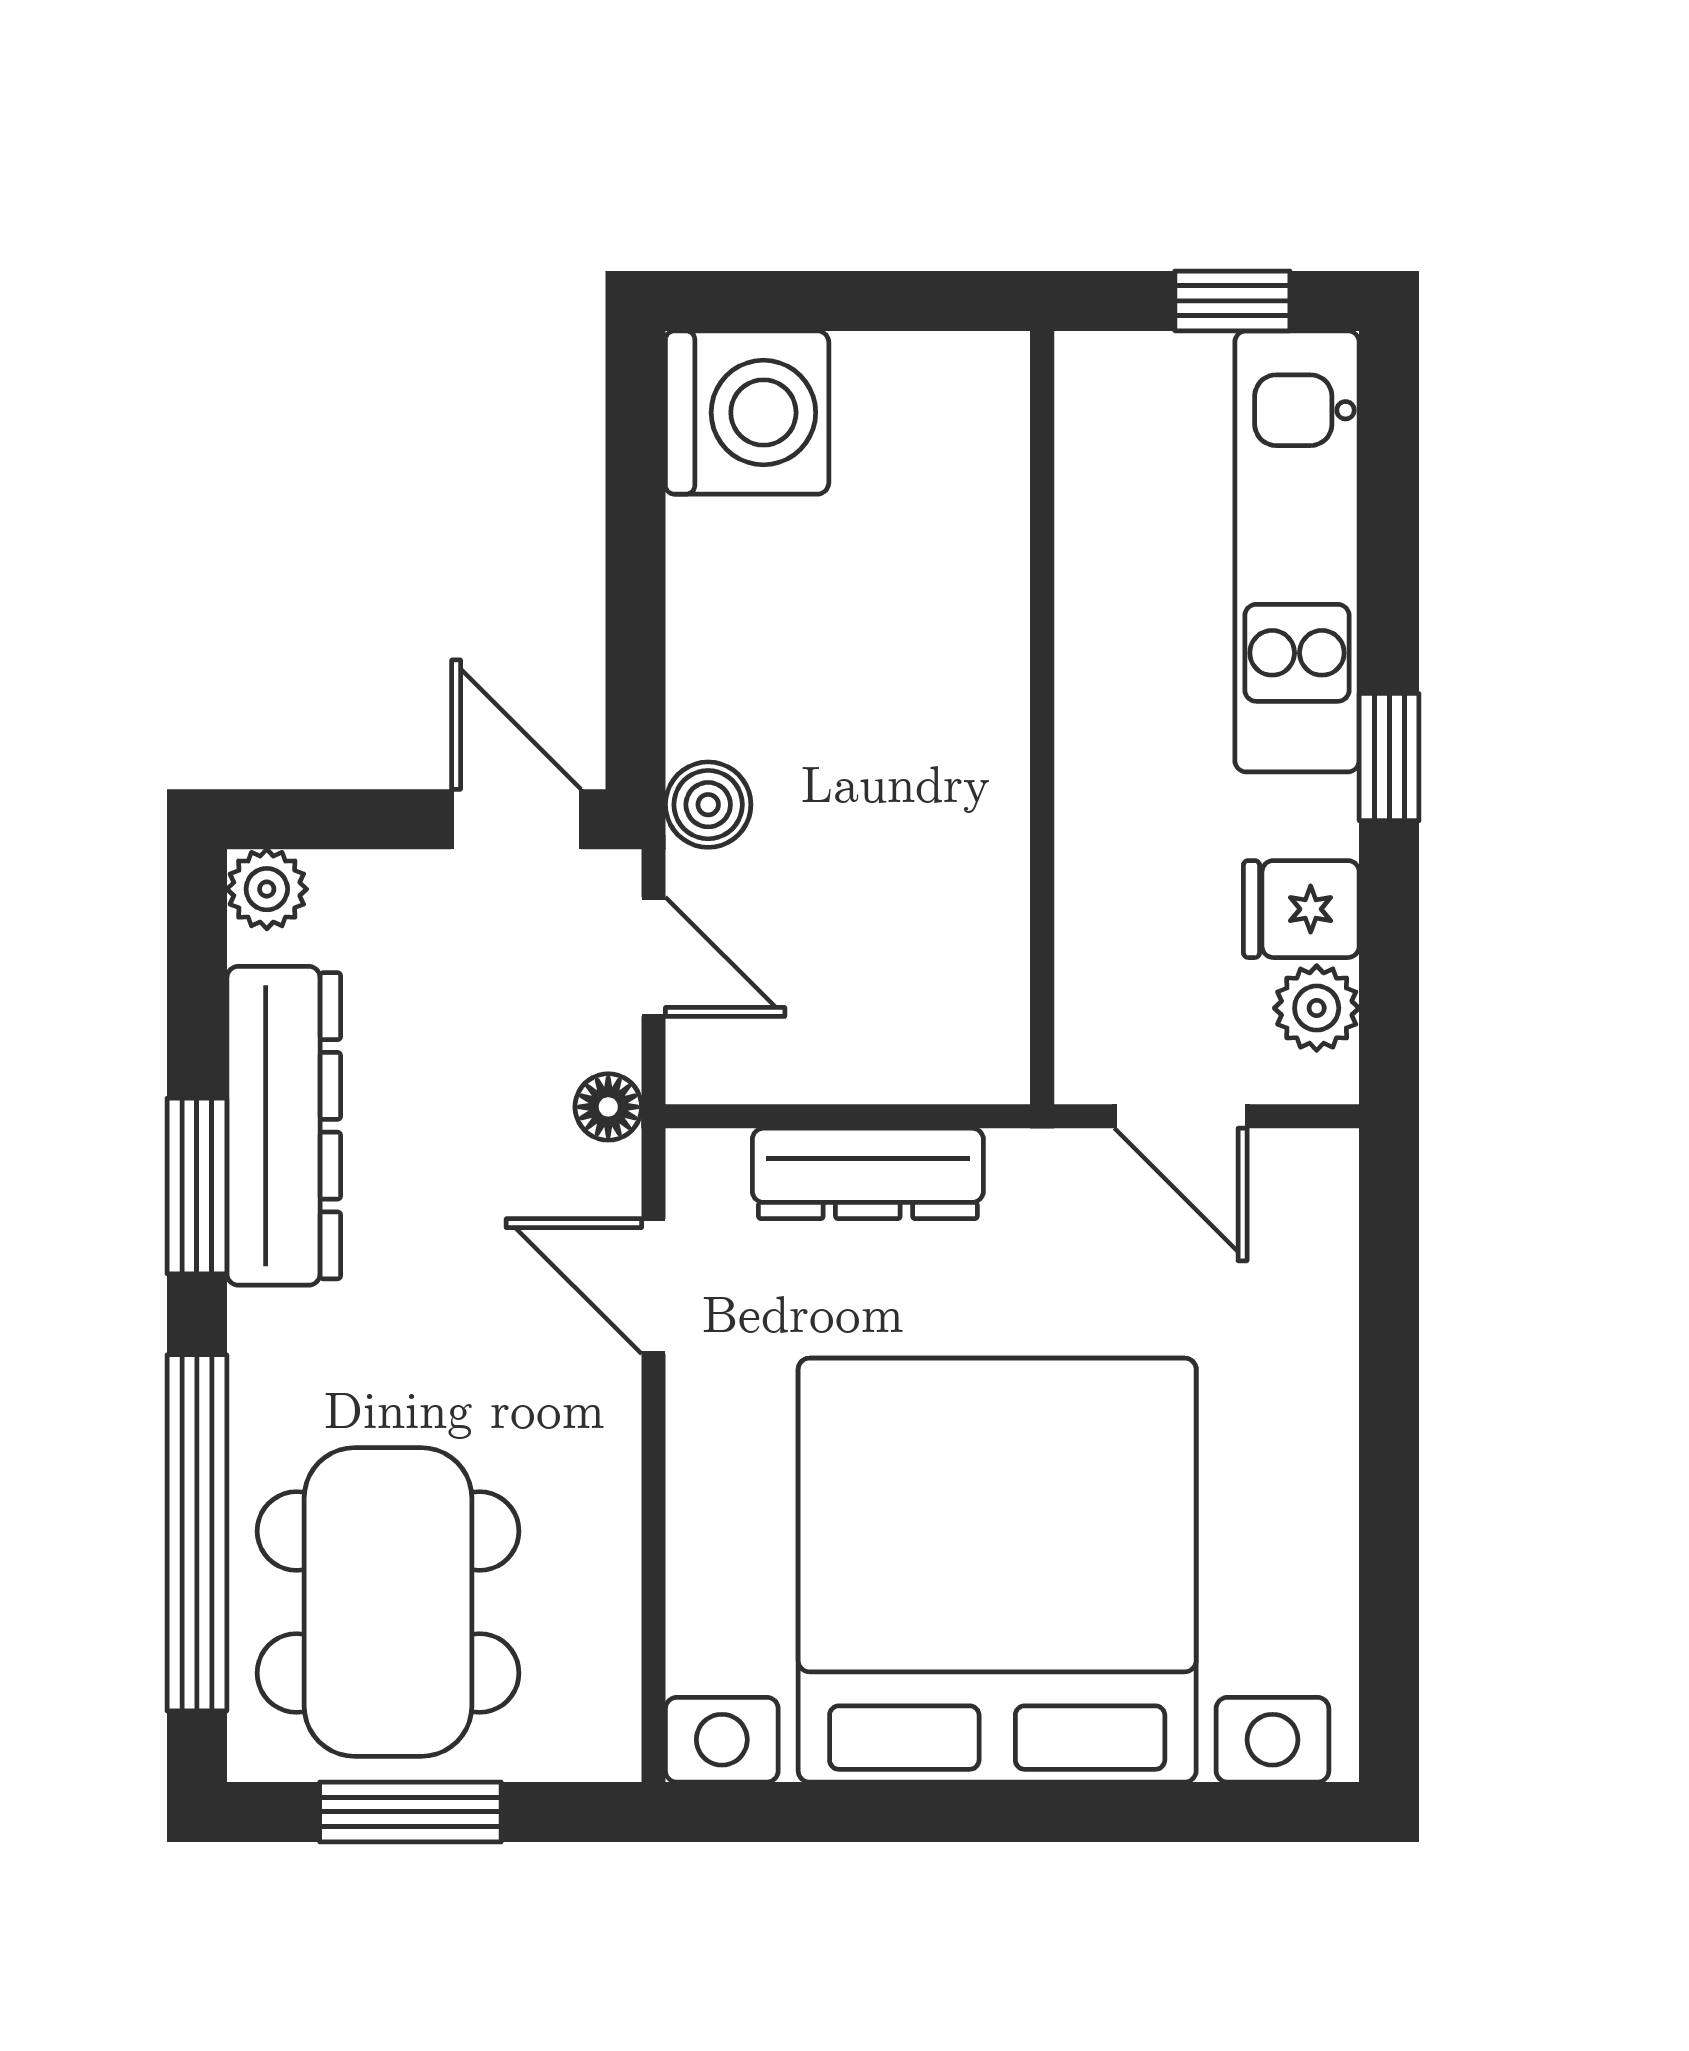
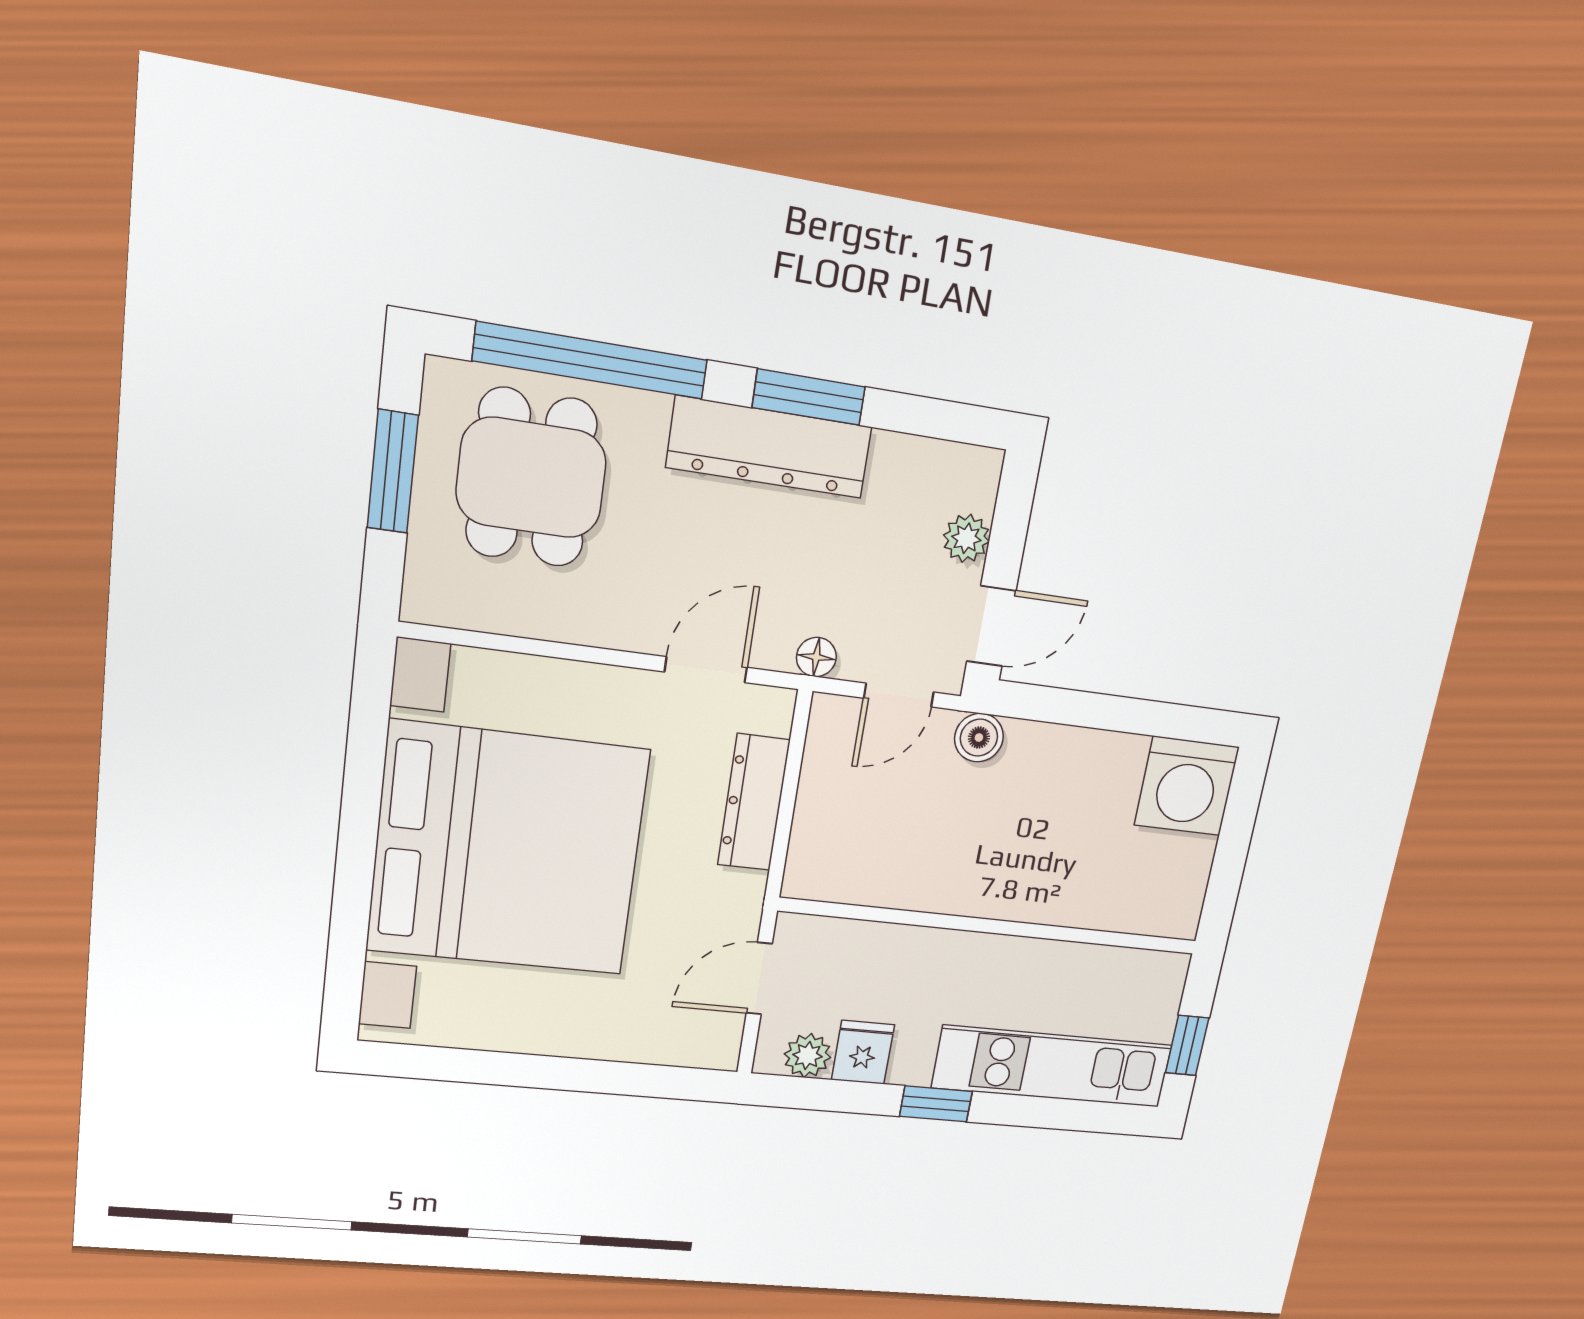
plant: (267, 889) -> (966, 538), moved
dresser: (284, 1126) -> (769, 447), moved
dining table: (388, 1602) -> (531, 478), width x0.73

